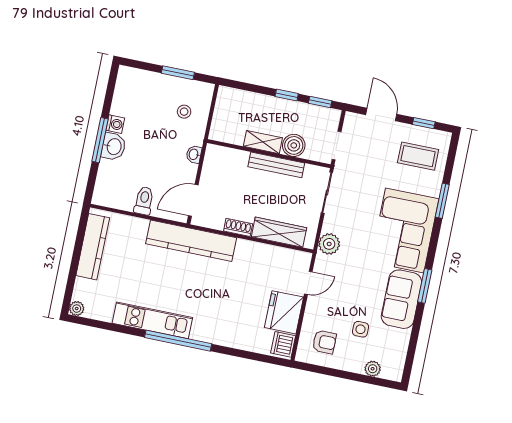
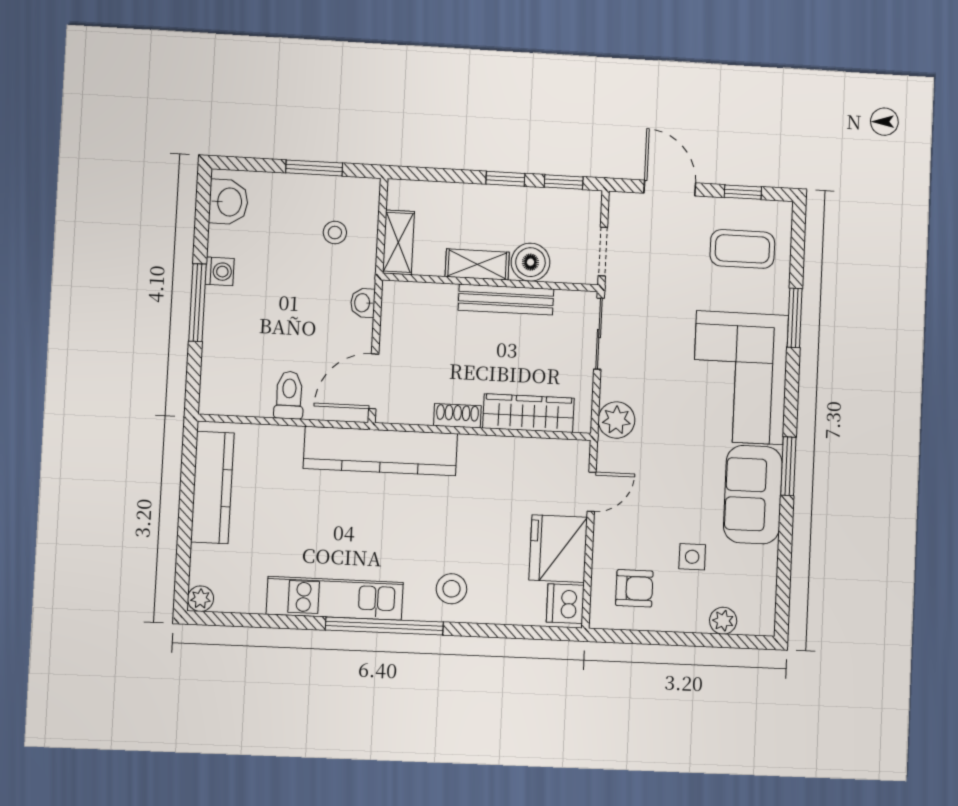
shelving: (220, 123) -> (398, 242), added
washbasin: (114, 147) -> (228, 202), moved
stool: (219, 326) -> (451, 589), added

